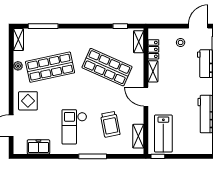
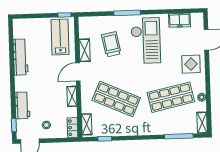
locker: (153, 49) -> (73, 128), moved
door: (146, 97) -> (78, 72), swing flipped
checkout: (74, 127) -> (146, 41), width x1.36, depth x1.21
shelving: (138, 136) -> (85, 50), moved

